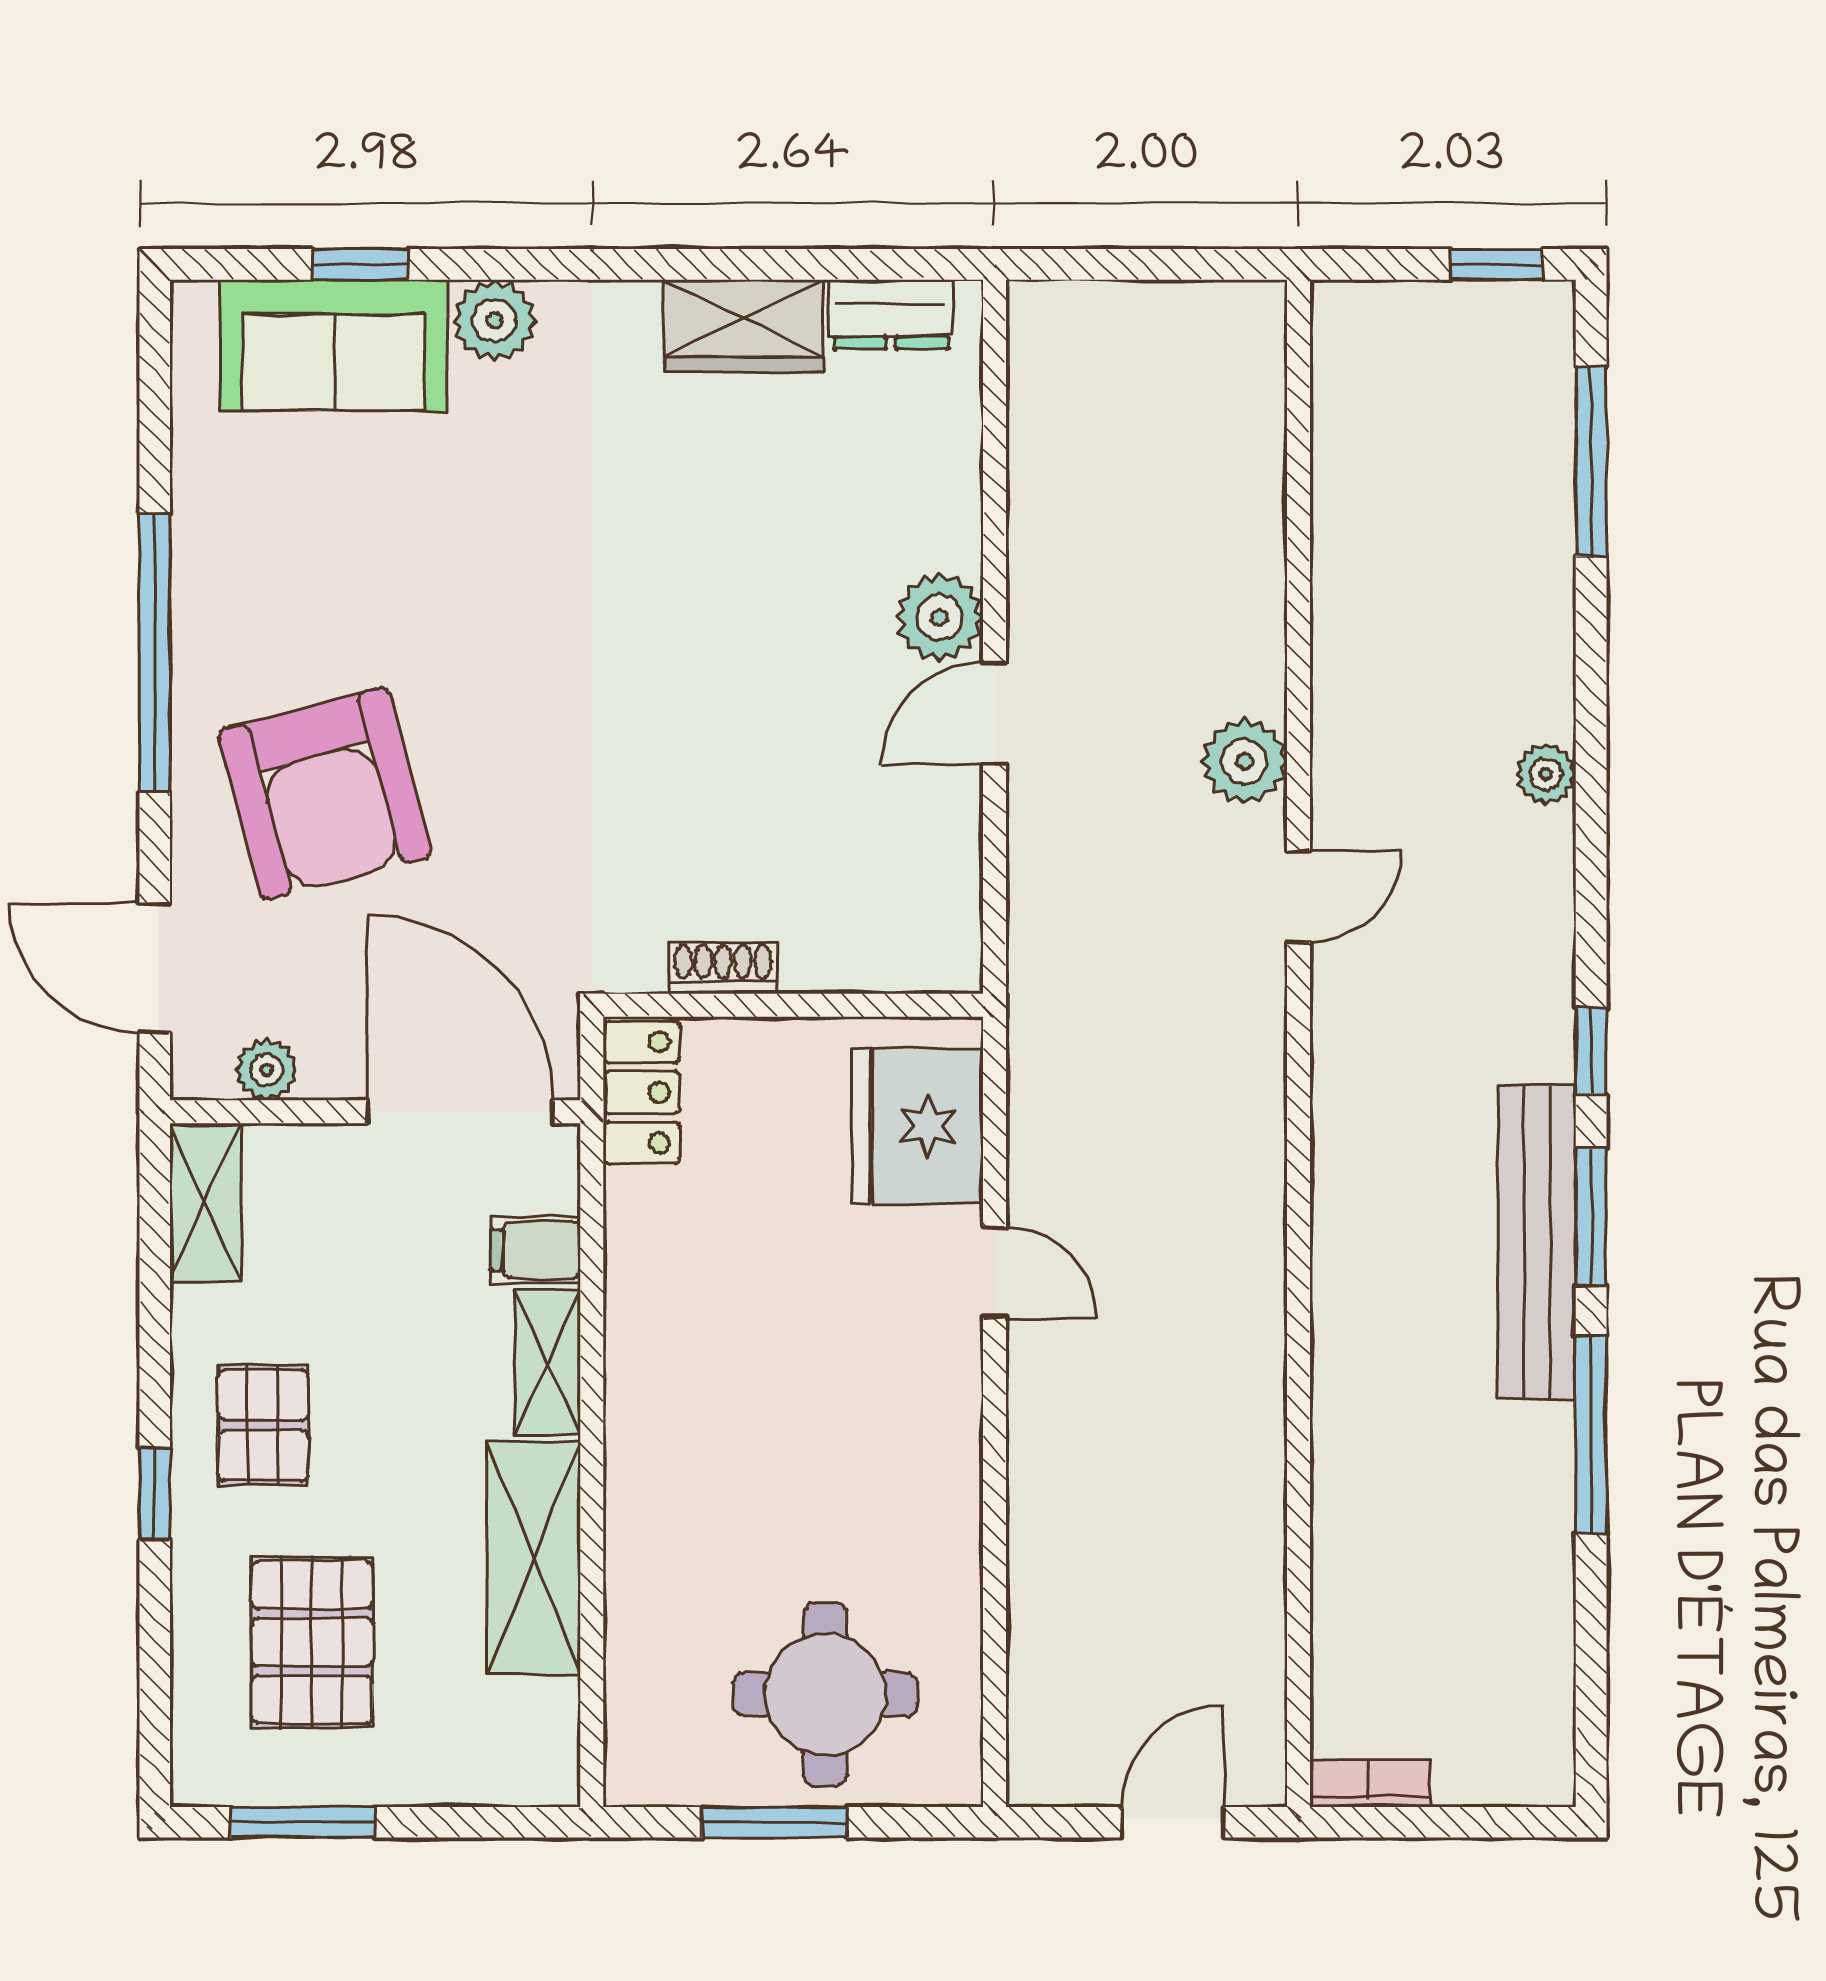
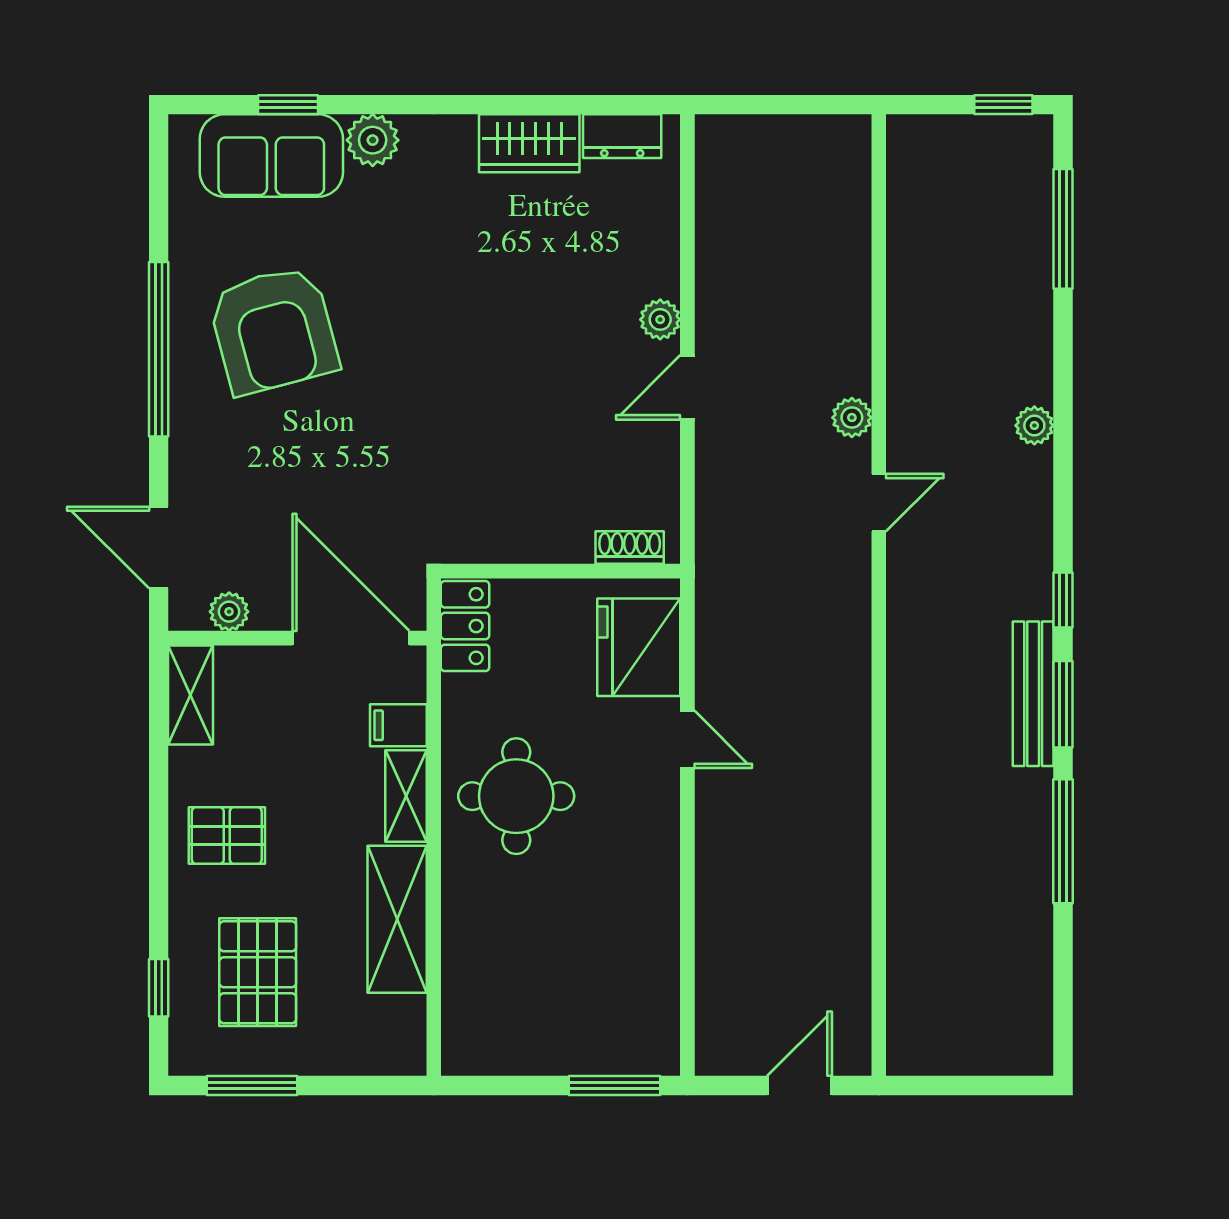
plant: (939, 618) -> (660, 319), width x0.73, depth x0.73
plant: (1244, 761) -> (852, 418), width x0.73, depth x0.73
armchair: (325, 794) -> (273, 330), moved
shoe rack: (723, 968) -> (630, 547), moved
bench: (1537, 1242) -> (1033, 694), width x0.73, depth x0.82
pallet: (263, 1425) -> (227, 835), turned 90
window: (155, 1494) -> (159, 988), moved
round table: (825, 1694) -> (516, 796), moved
bookcase: (1370, 1783) -> (924, 1061), removed
window: (774, 1822) -> (614, 1085), moved

